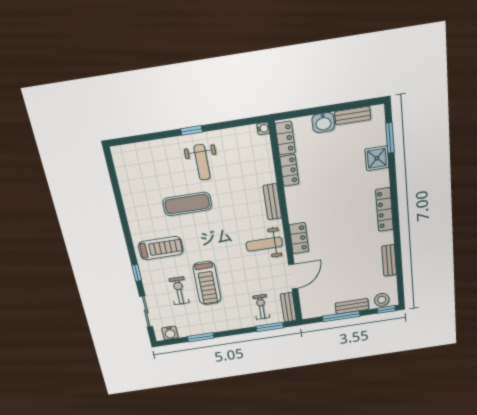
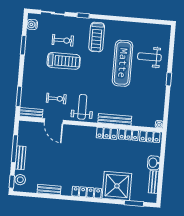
shower: (377, 158) -> (117, 186), width x1.86, depth x1.86
weight bench: (202, 162) -> (149, 57), moved
bench: (272, 202) -> (115, 119), width x1.36
exercise mat: (187, 204) -> (123, 63), width x1.36, depth x1.45
locker: (299, 238) -> (107, 133), moved
treadmill: (207, 283) -> (64, 61), turned 180
exercise bike: (261, 307) -> (56, 99), moved

